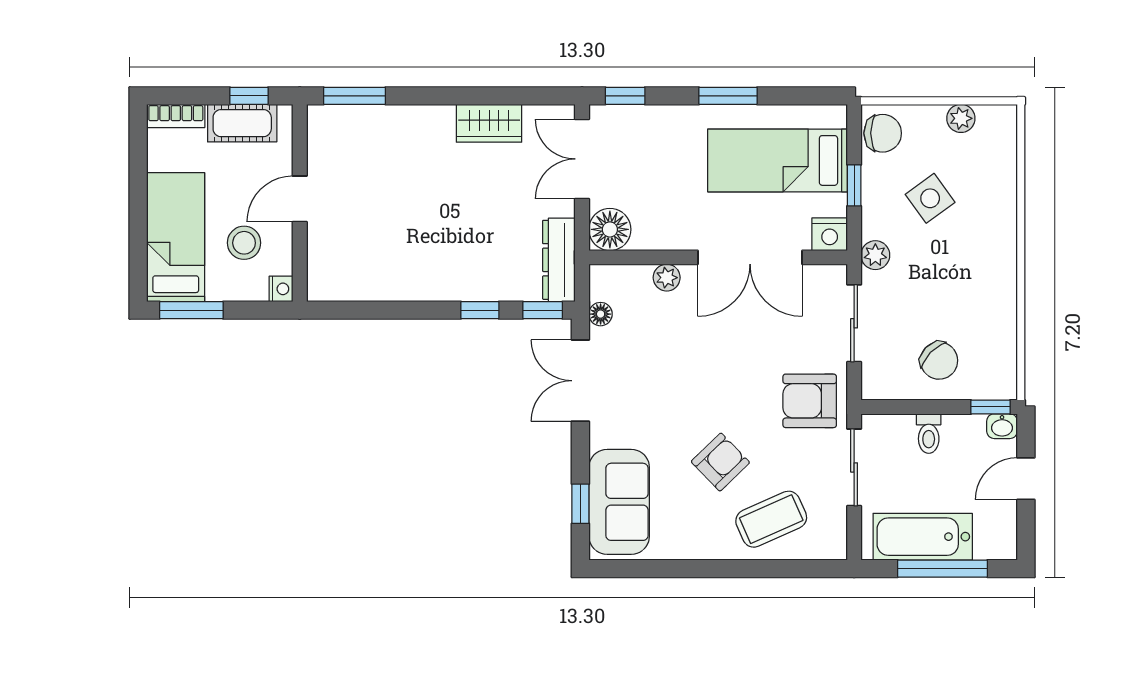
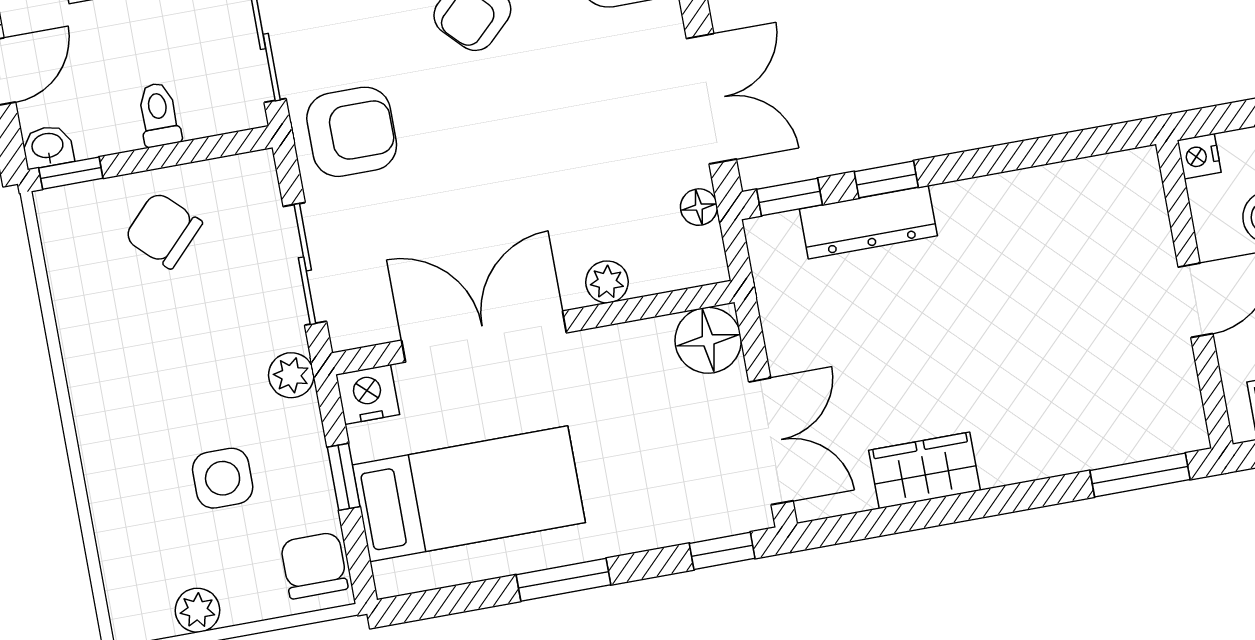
chair: (883, 133) -> (314, 565), turned 90
side table: (930, 198) -> (223, 478), turned 36
dresser: (559, 260) -> (868, 222), moved, turned 90

